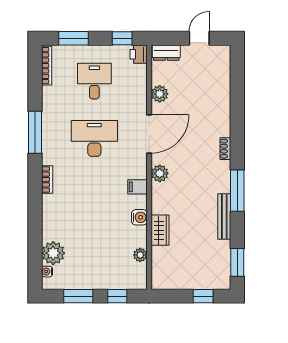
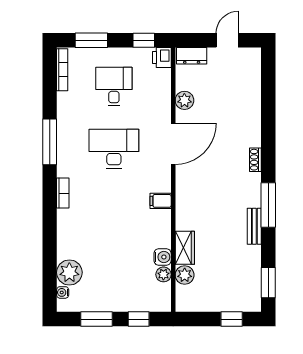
plant: (160, 173) -> (185, 275), moved
bench: (224, 216) -> (254, 226), width x0.73
water cooler: (139, 217) -> (163, 257), moved

